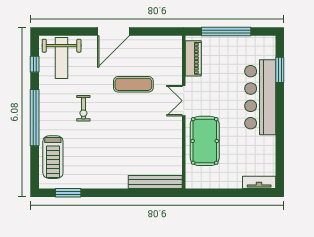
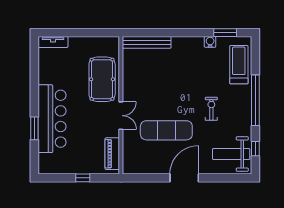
window: (226, 31) -> (83, 178), width x0.32
weight bench: (62, 58) -> (231, 154), turned -90
window: (280, 70) -> (34, 128), moved
exercise mat: (133, 84) -> (166, 130), width x1.36, depth x1.45
water cooler: (85, 182) -> (210, 42), added

